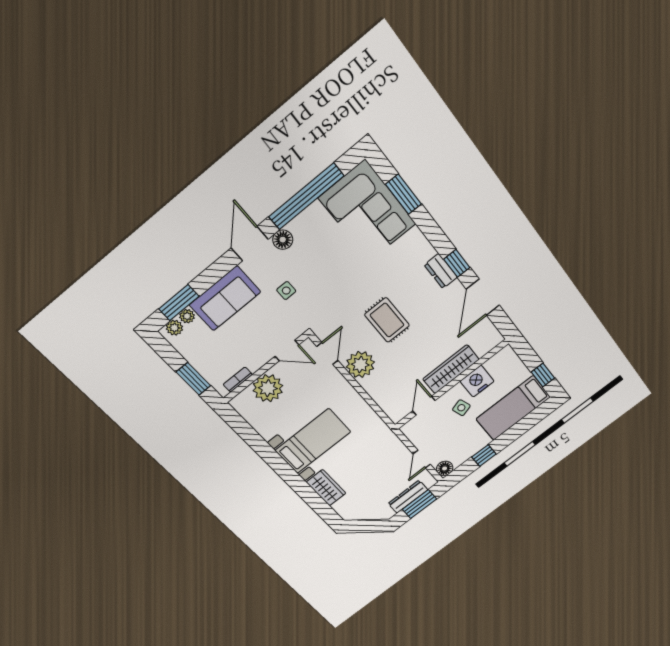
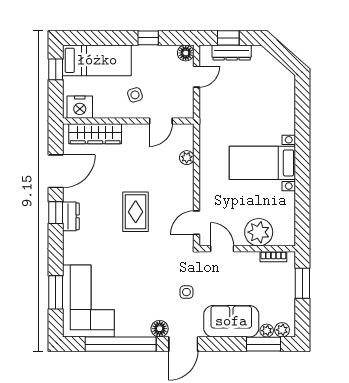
plant: (360, 365) -> (187, 158), moved, width x0.53, depth x0.53
wardrobe: (451, 369) -> (95, 134), moved
nightstand: (477, 381) -> (80, 107), moved
wardrobe: (326, 488) -> (285, 116), removed
window: (419, 504) -> (228, 38), width x0.67

